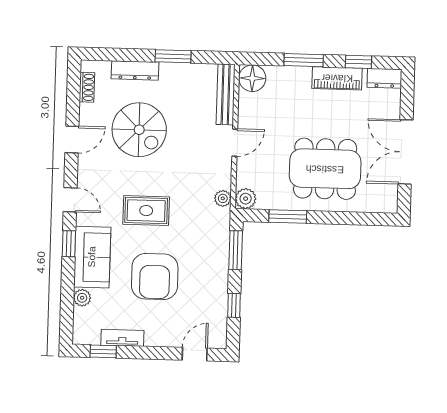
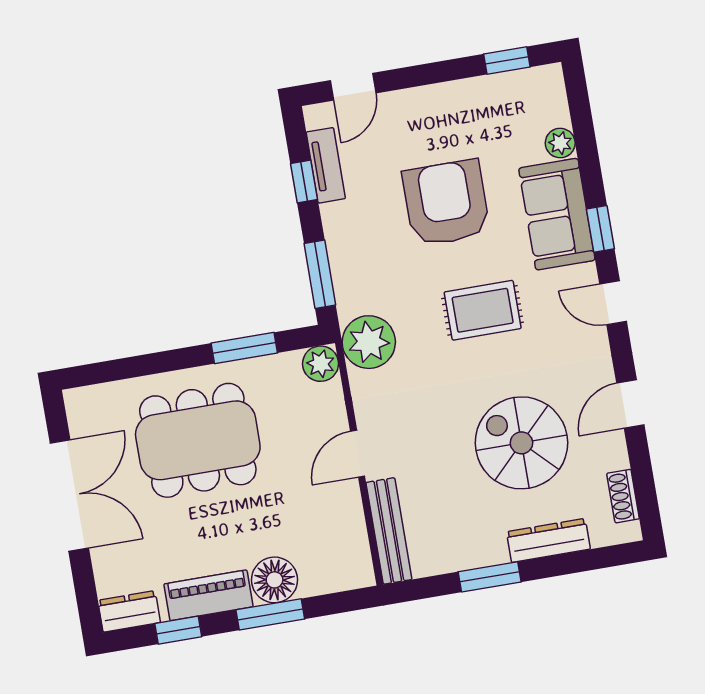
floor lamp: (252, 78) -> (275, 580), moved
plant: (223, 198) -> (369, 342), width x1.88, depth x1.88
tv unit: (122, 338) -> (326, 165), moved, turned -90

